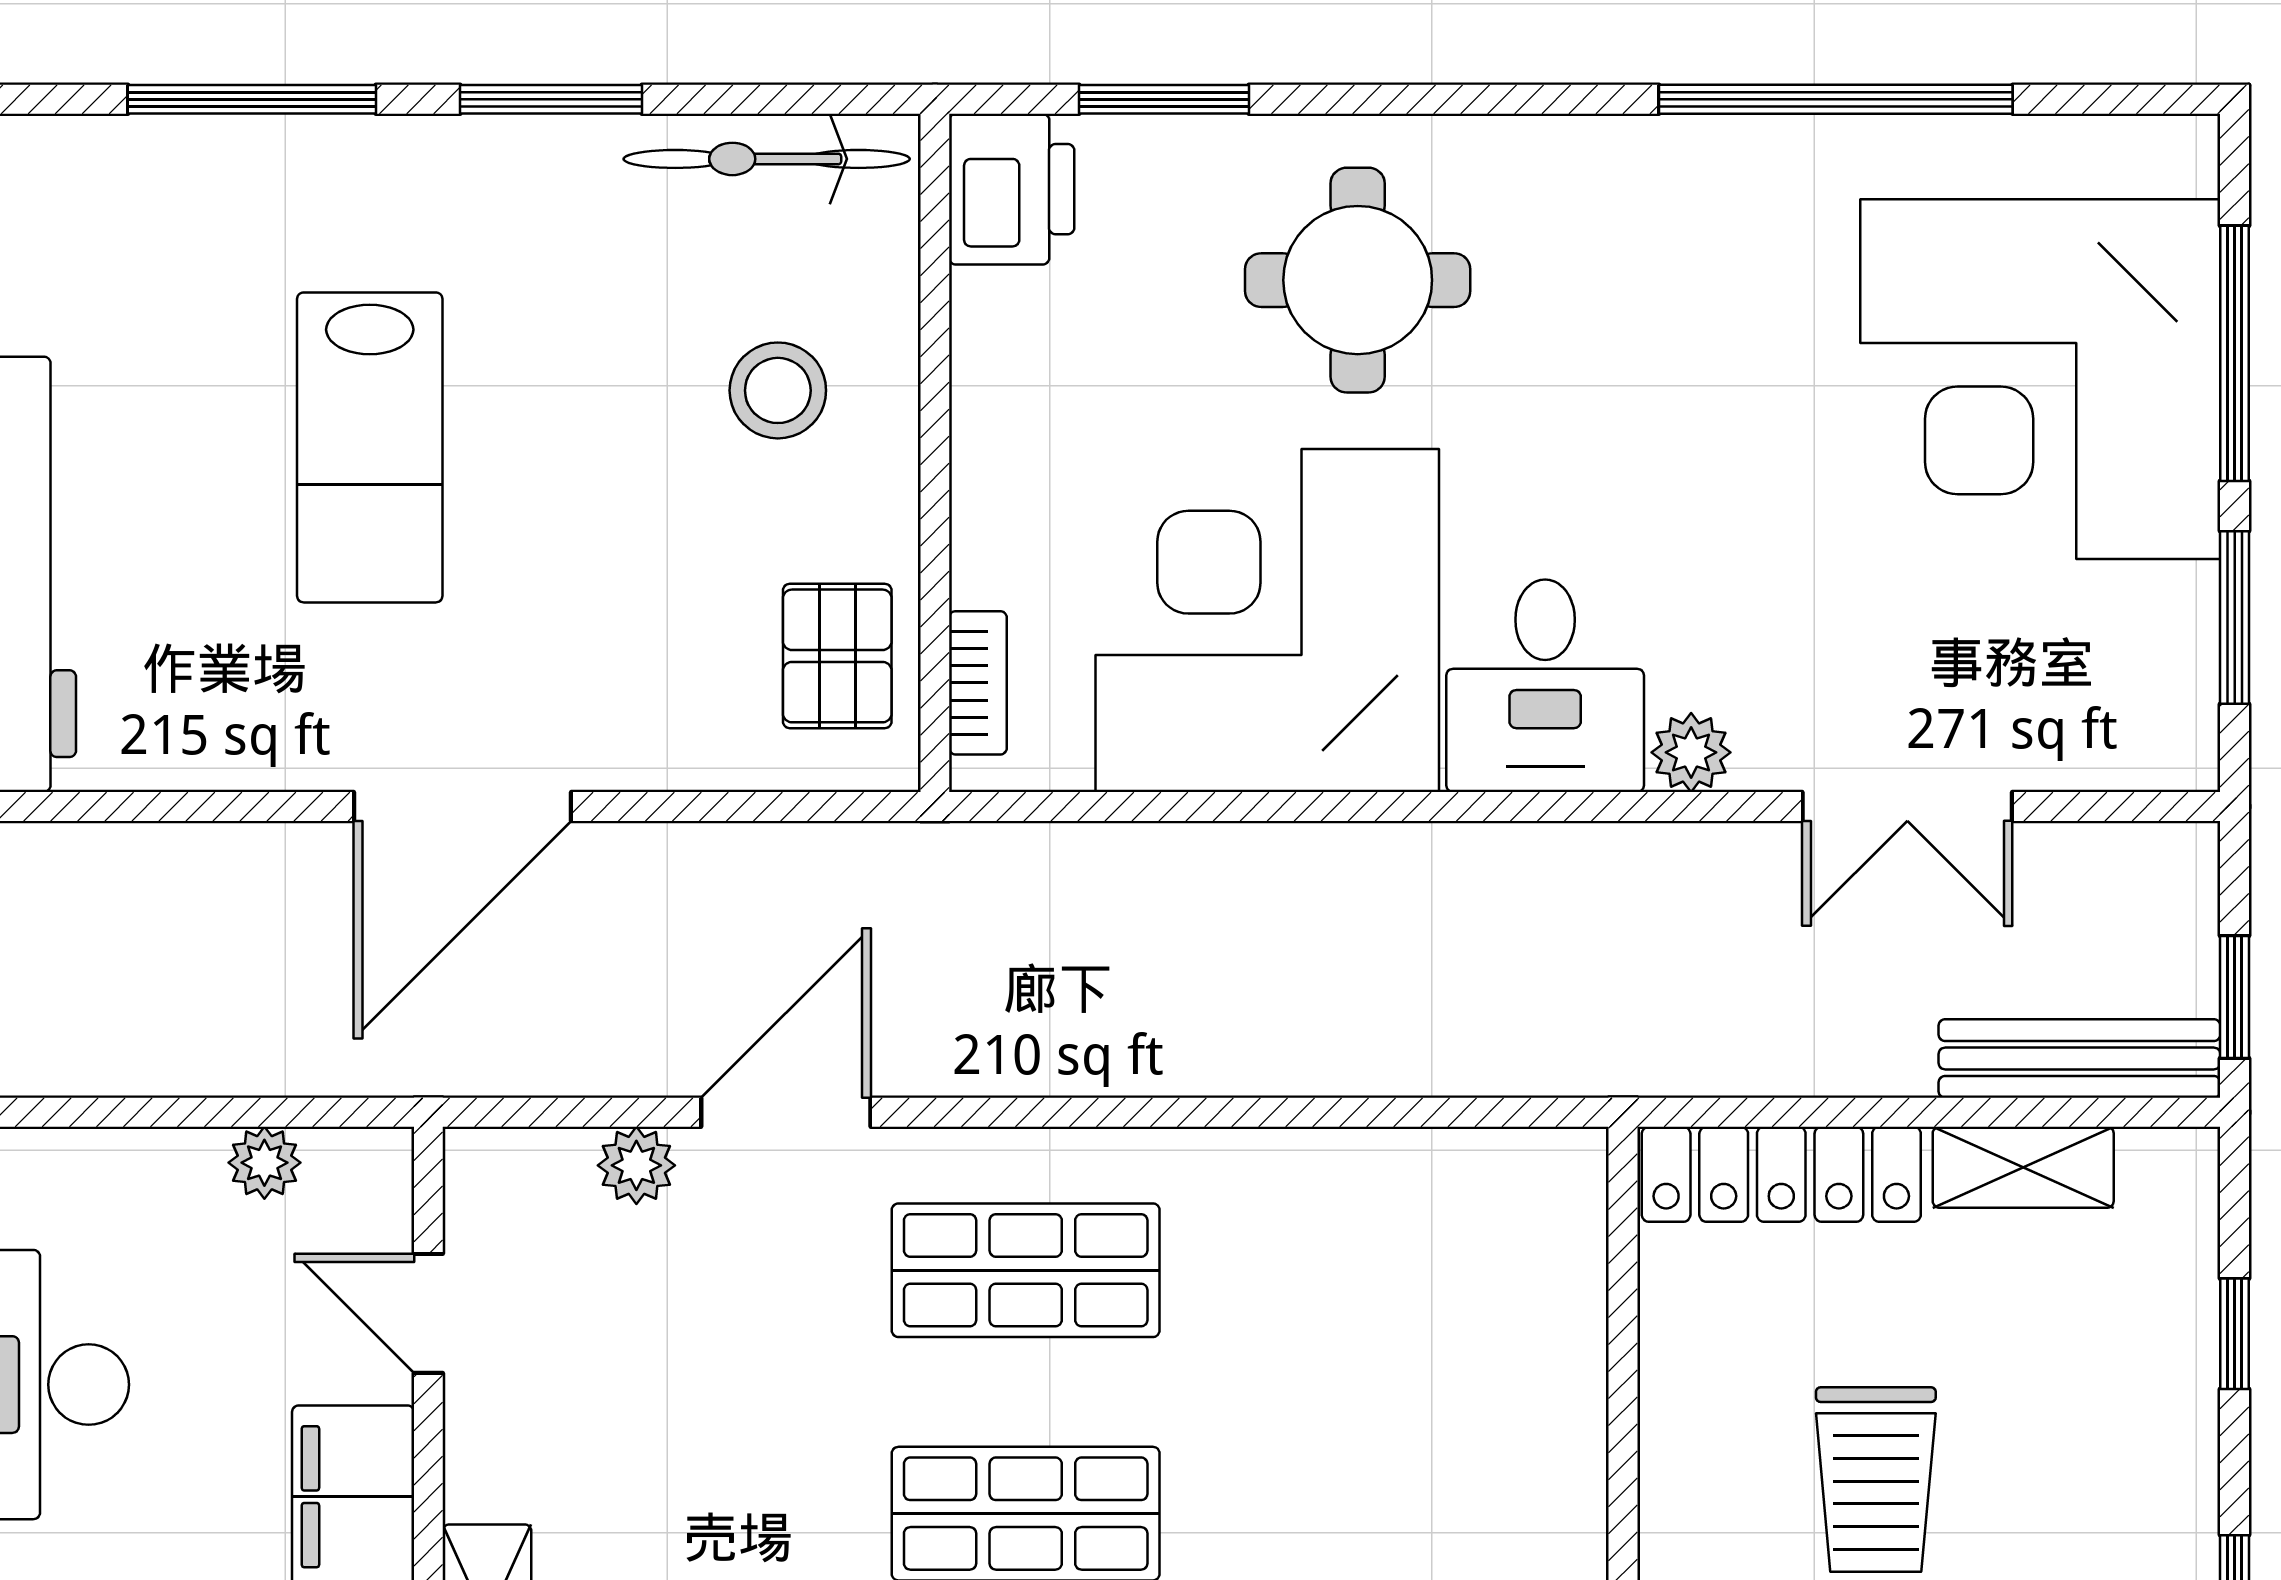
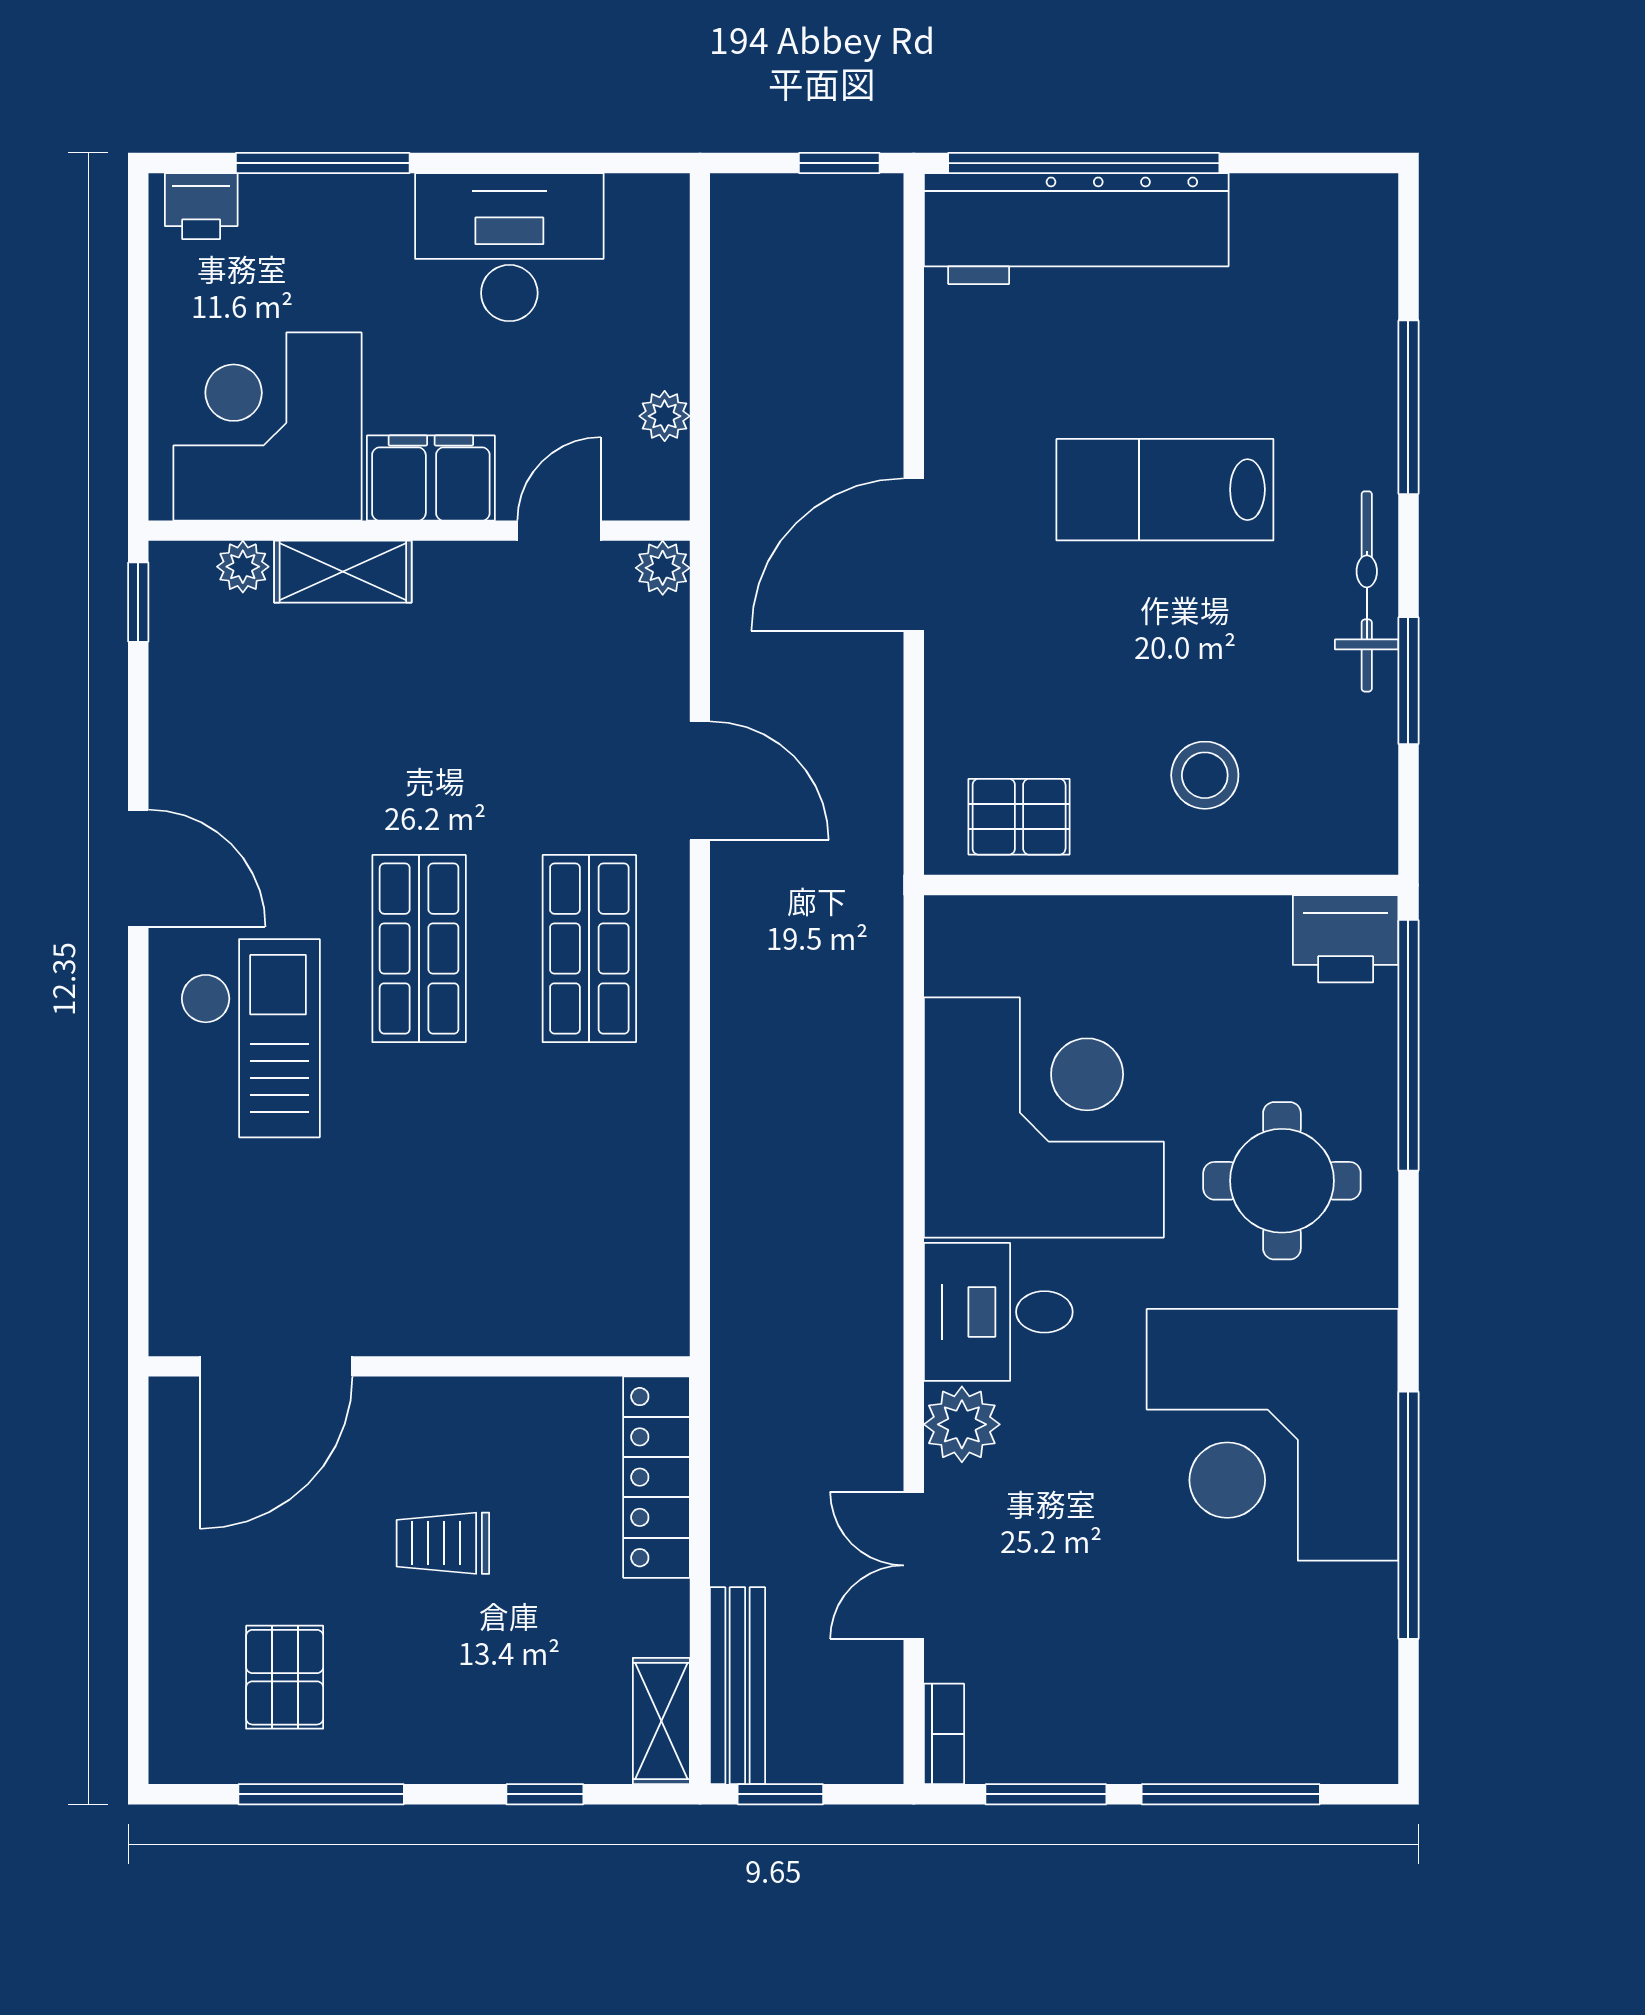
window: (551, 99) -> (1408, 681), moved
window: (1164, 99) -> (1408, 1045), width x2.11
bicycle: (767, 159) -> (1367, 591), moved
corner desk: (2040, 379) -> (1273, 1435), moved, turned -90
bookcase: (978, 683) -> (944, 1734), moved, turned -90
plant: (1691, 752) -> (962, 1424), width x1.38, depth x1.38
door: (463, 806) -> (914, 555), hinge flipped
plant: (636, 1165) -> (663, 568), moved
shelving: (2023, 1167) -> (661, 1721), moved
trolley: (1876, 1480) -> (443, 1543), width x0.73, depth x0.72

